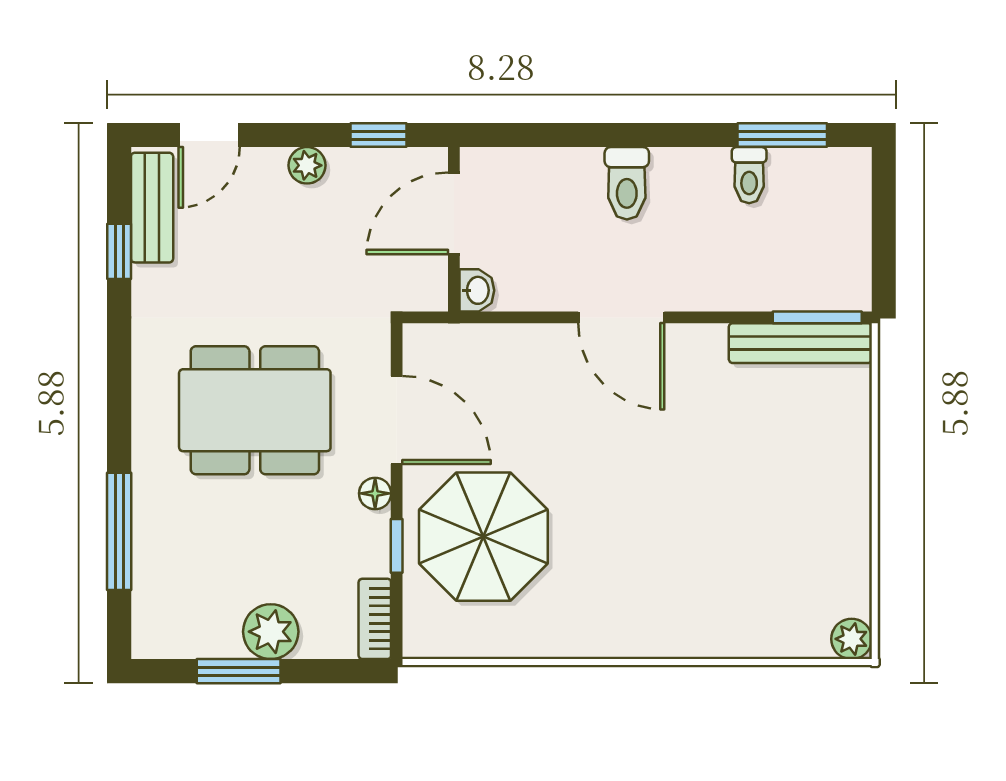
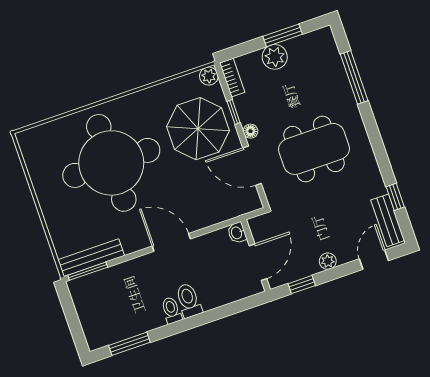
toilet: (749, 175) -> (171, 310), moved
round table: (690, 527) -> (111, 163), added
plant: (852, 639) -> (209, 76), moved

